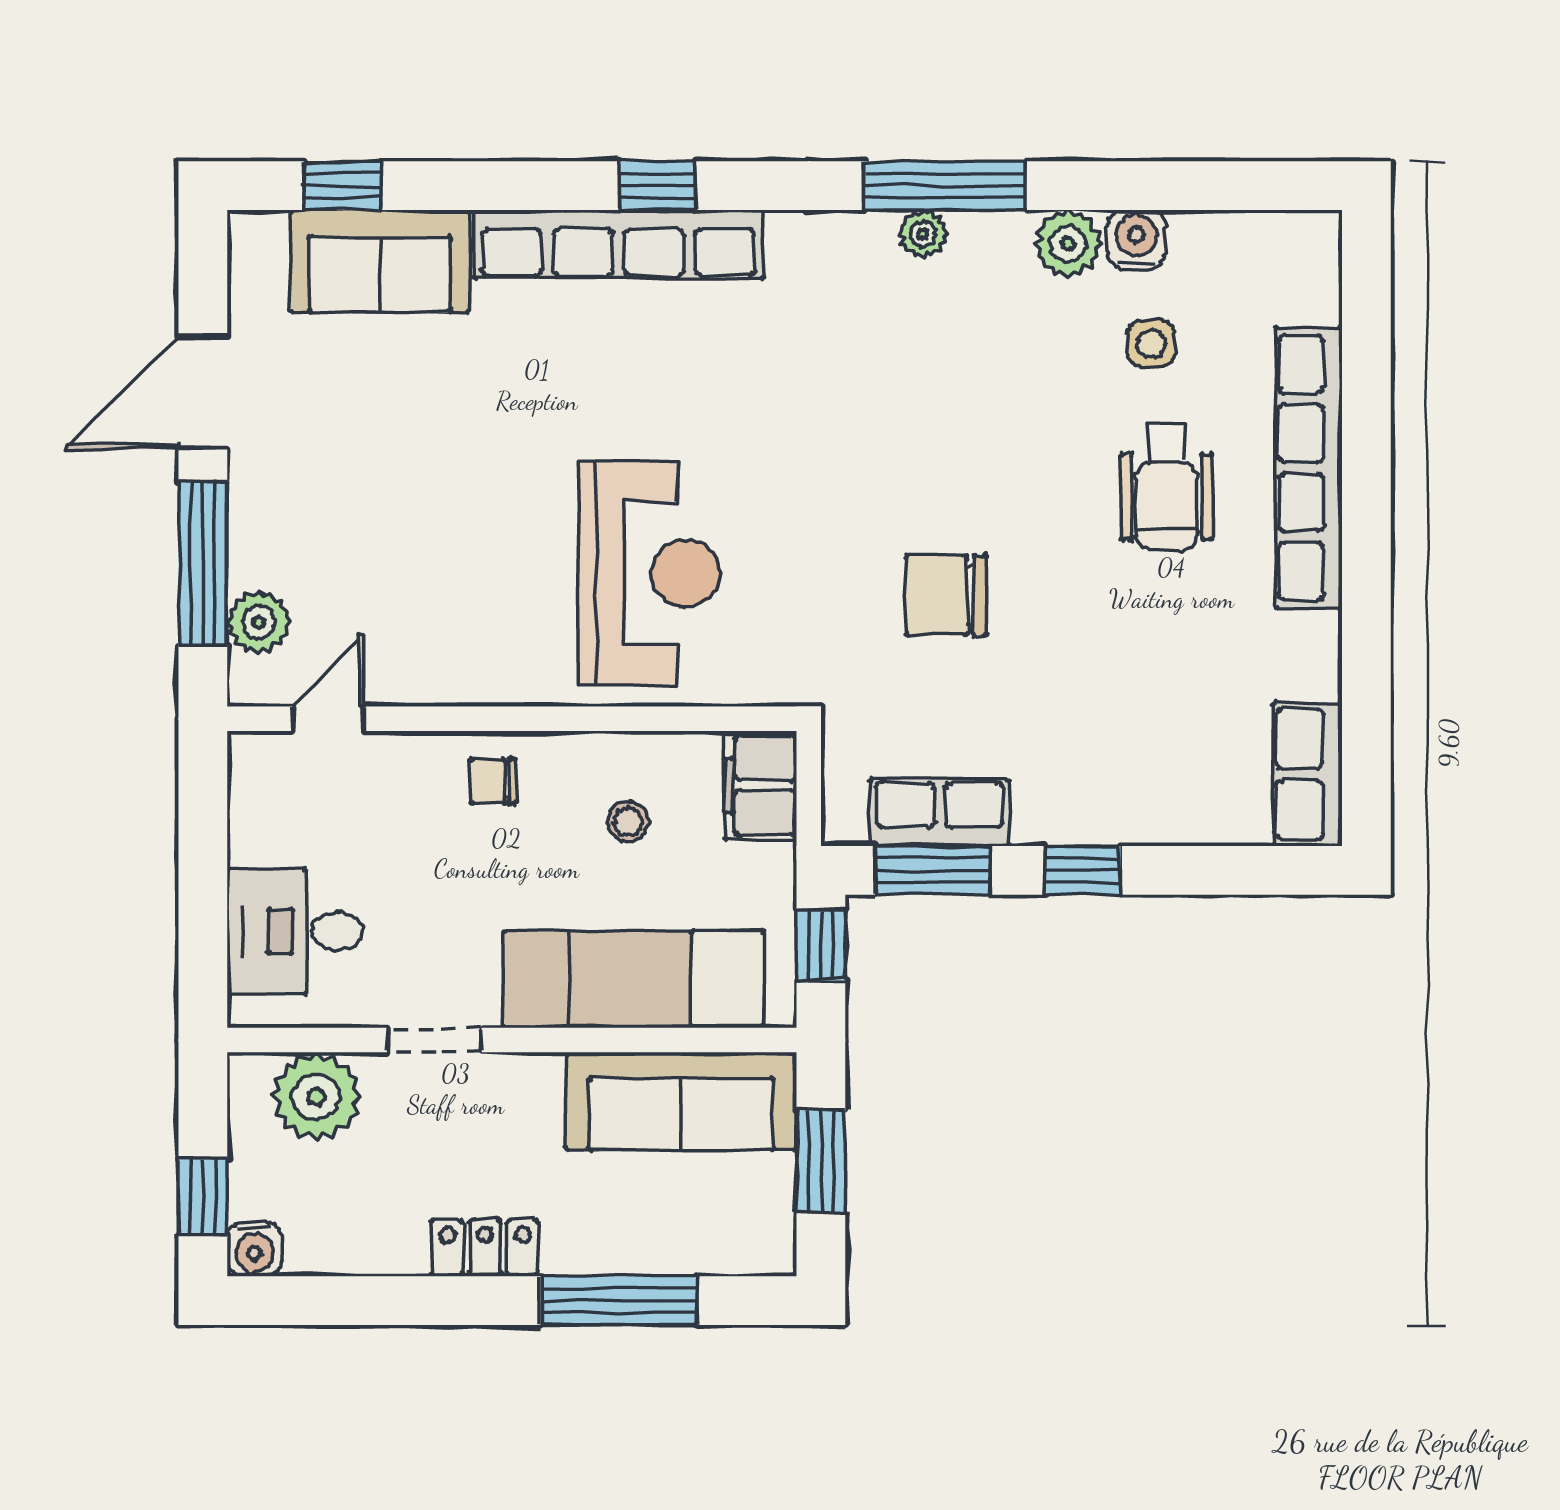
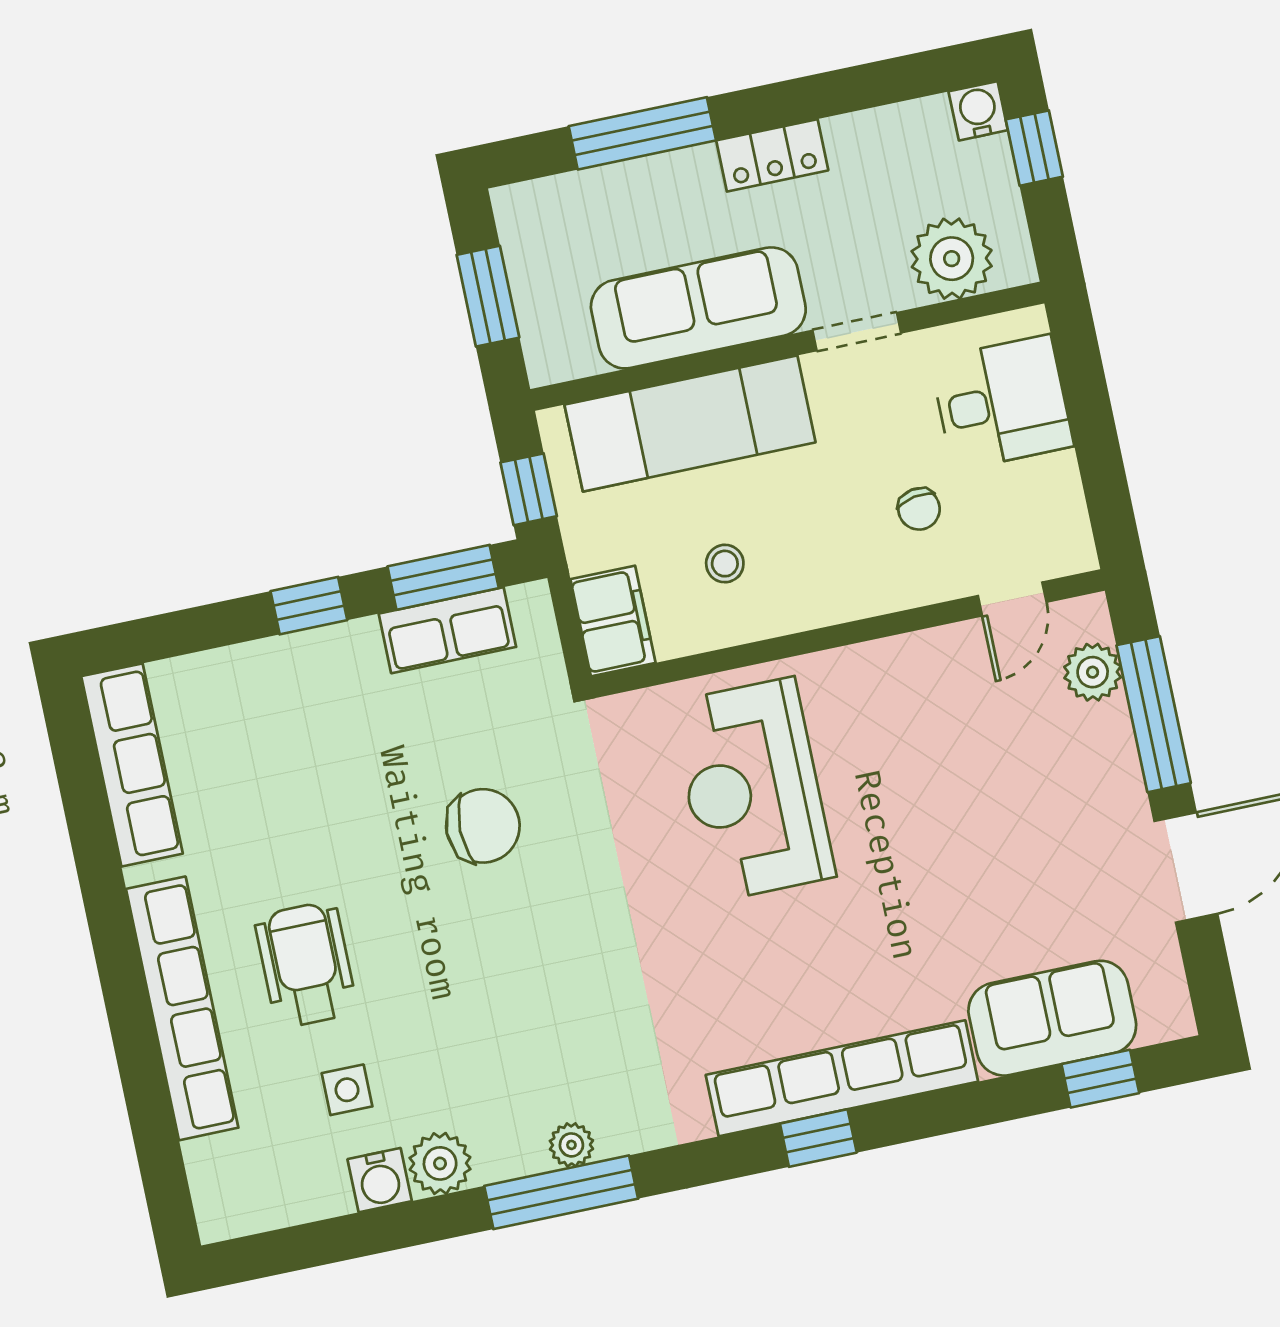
row of seats: (1308, 774) -> (132, 765), width x1.48
chair: (493, 781) -> (919, 509), moved, turned 80
sofa: (681, 1101) -> (698, 308), moved

